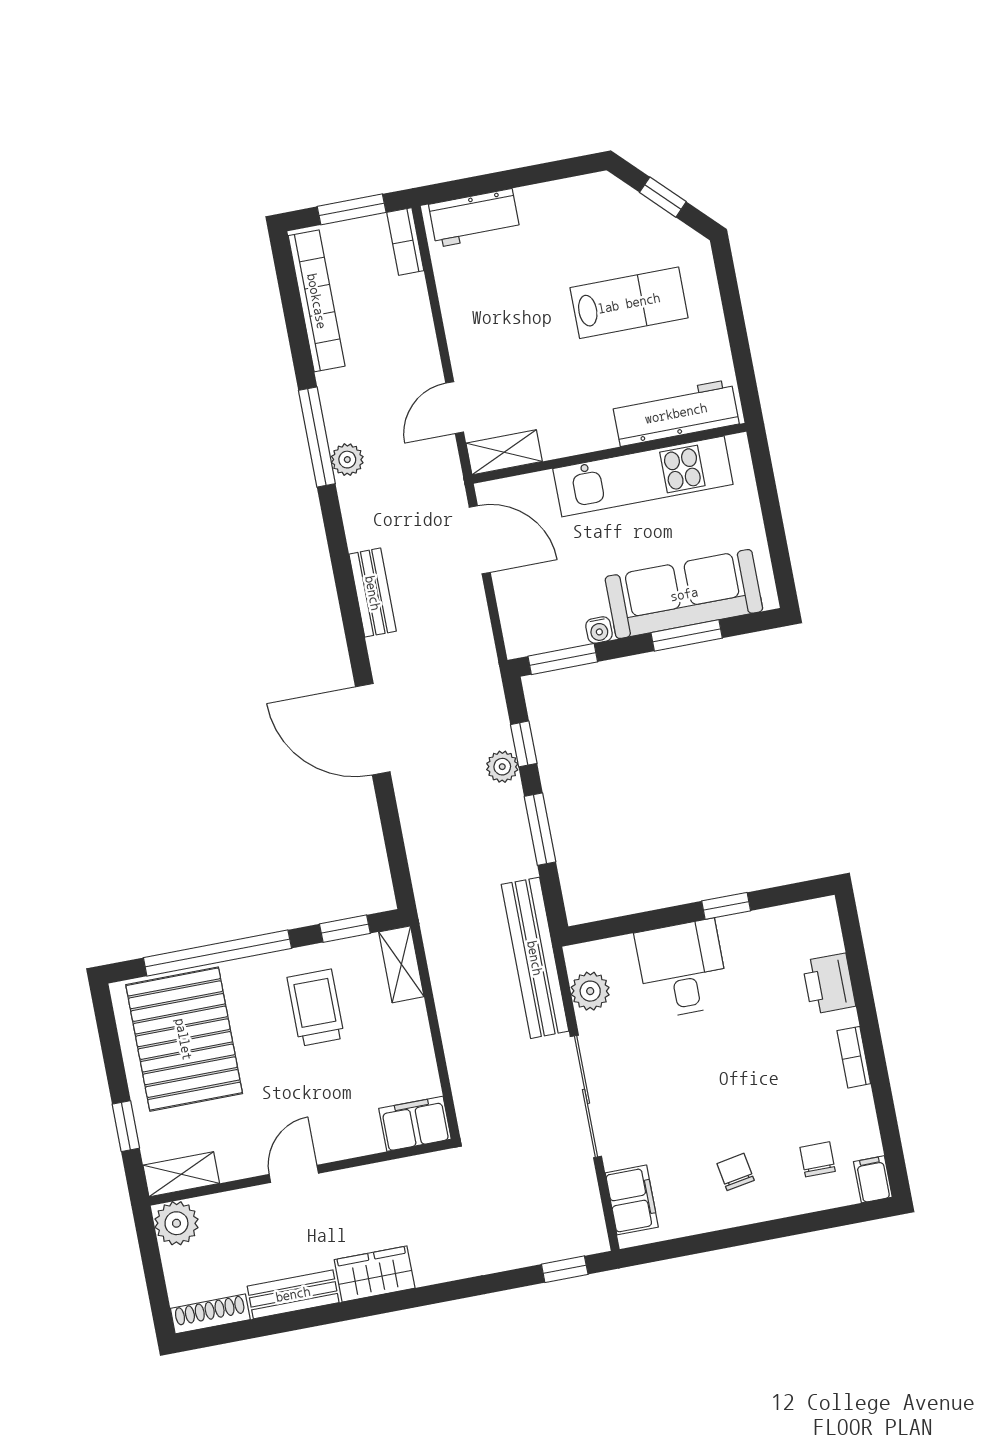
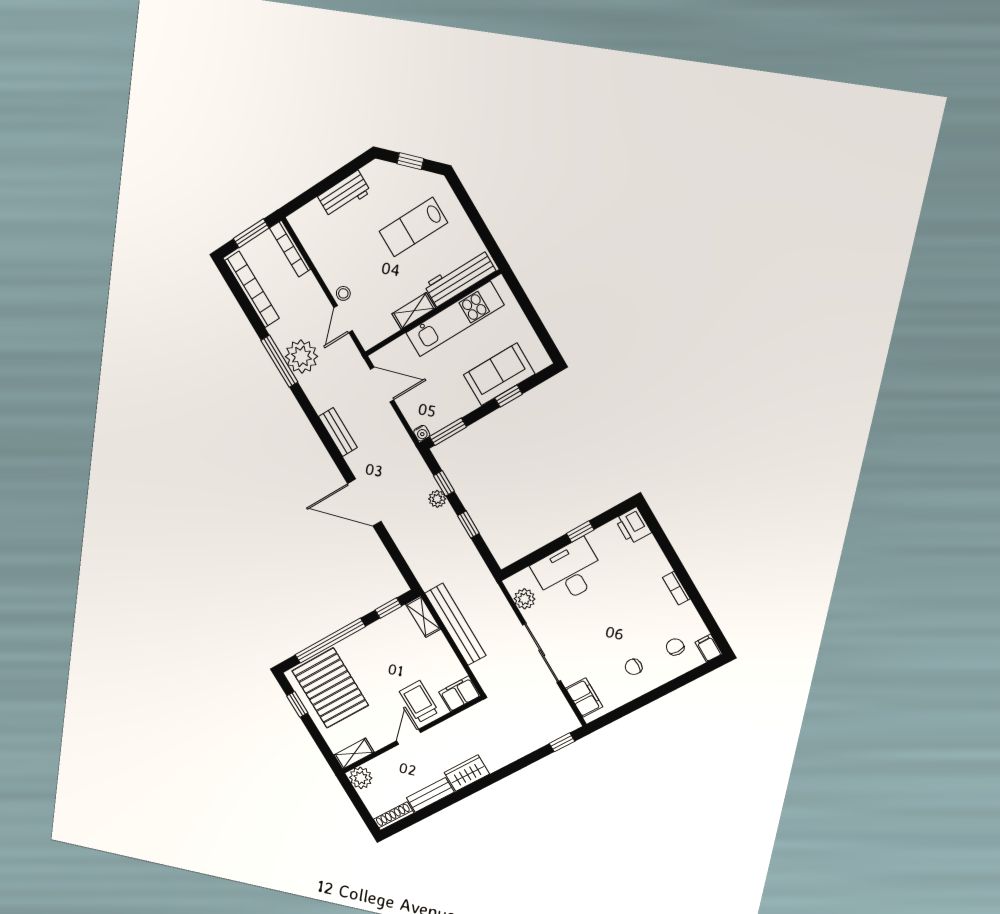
workbench: (474, 218) -> (344, 194), moved
bookcase: (405, 241) -> (290, 249), width x1.56
lab bench: (629, 303) -> (413, 227), turned 180
stool: (471, 366) -> (343, 293), added
shelving: (504, 452) -> (414, 311), moved
plant: (347, 460) -> (301, 357), width x1.88, depth x1.88
sofa: (684, 594) -> (499, 374), width x0.73
water cooler: (599, 630) -> (422, 433), moved
window: (687, 635) -> (509, 396), width x0.67
window: (540, 829) -> (468, 524), width x0.67
bench: (535, 958) -> (455, 624), moved
desk: (682, 969) -> (569, 572), width x1.37
printer: (829, 984) -> (633, 526), moved
trolley: (316, 1008) -> (419, 702), moved
window: (126, 1126) -> (297, 704), moved
chair: (736, 1172) -> (634, 667), turned -79

